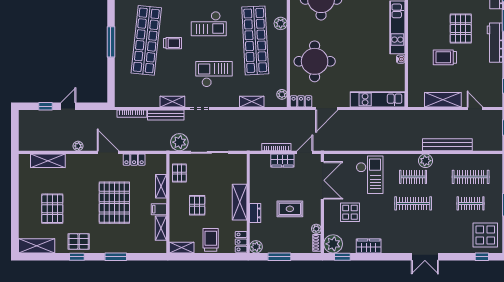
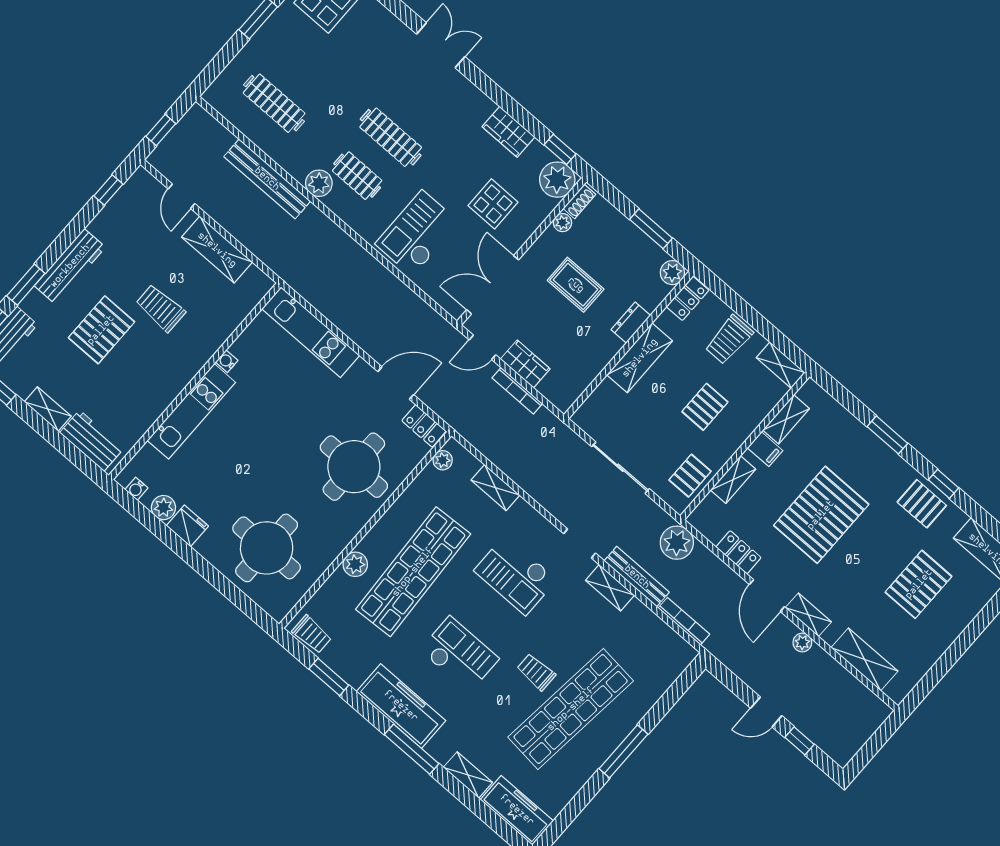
trolley: (445, 57) -> (160, 308), turned 180
plant: (179, 142) -> (677, 543), moved
shelving: (85, 159) -> (808, 615), added
clothes rail: (471, 203) -> (308, 65), removed

